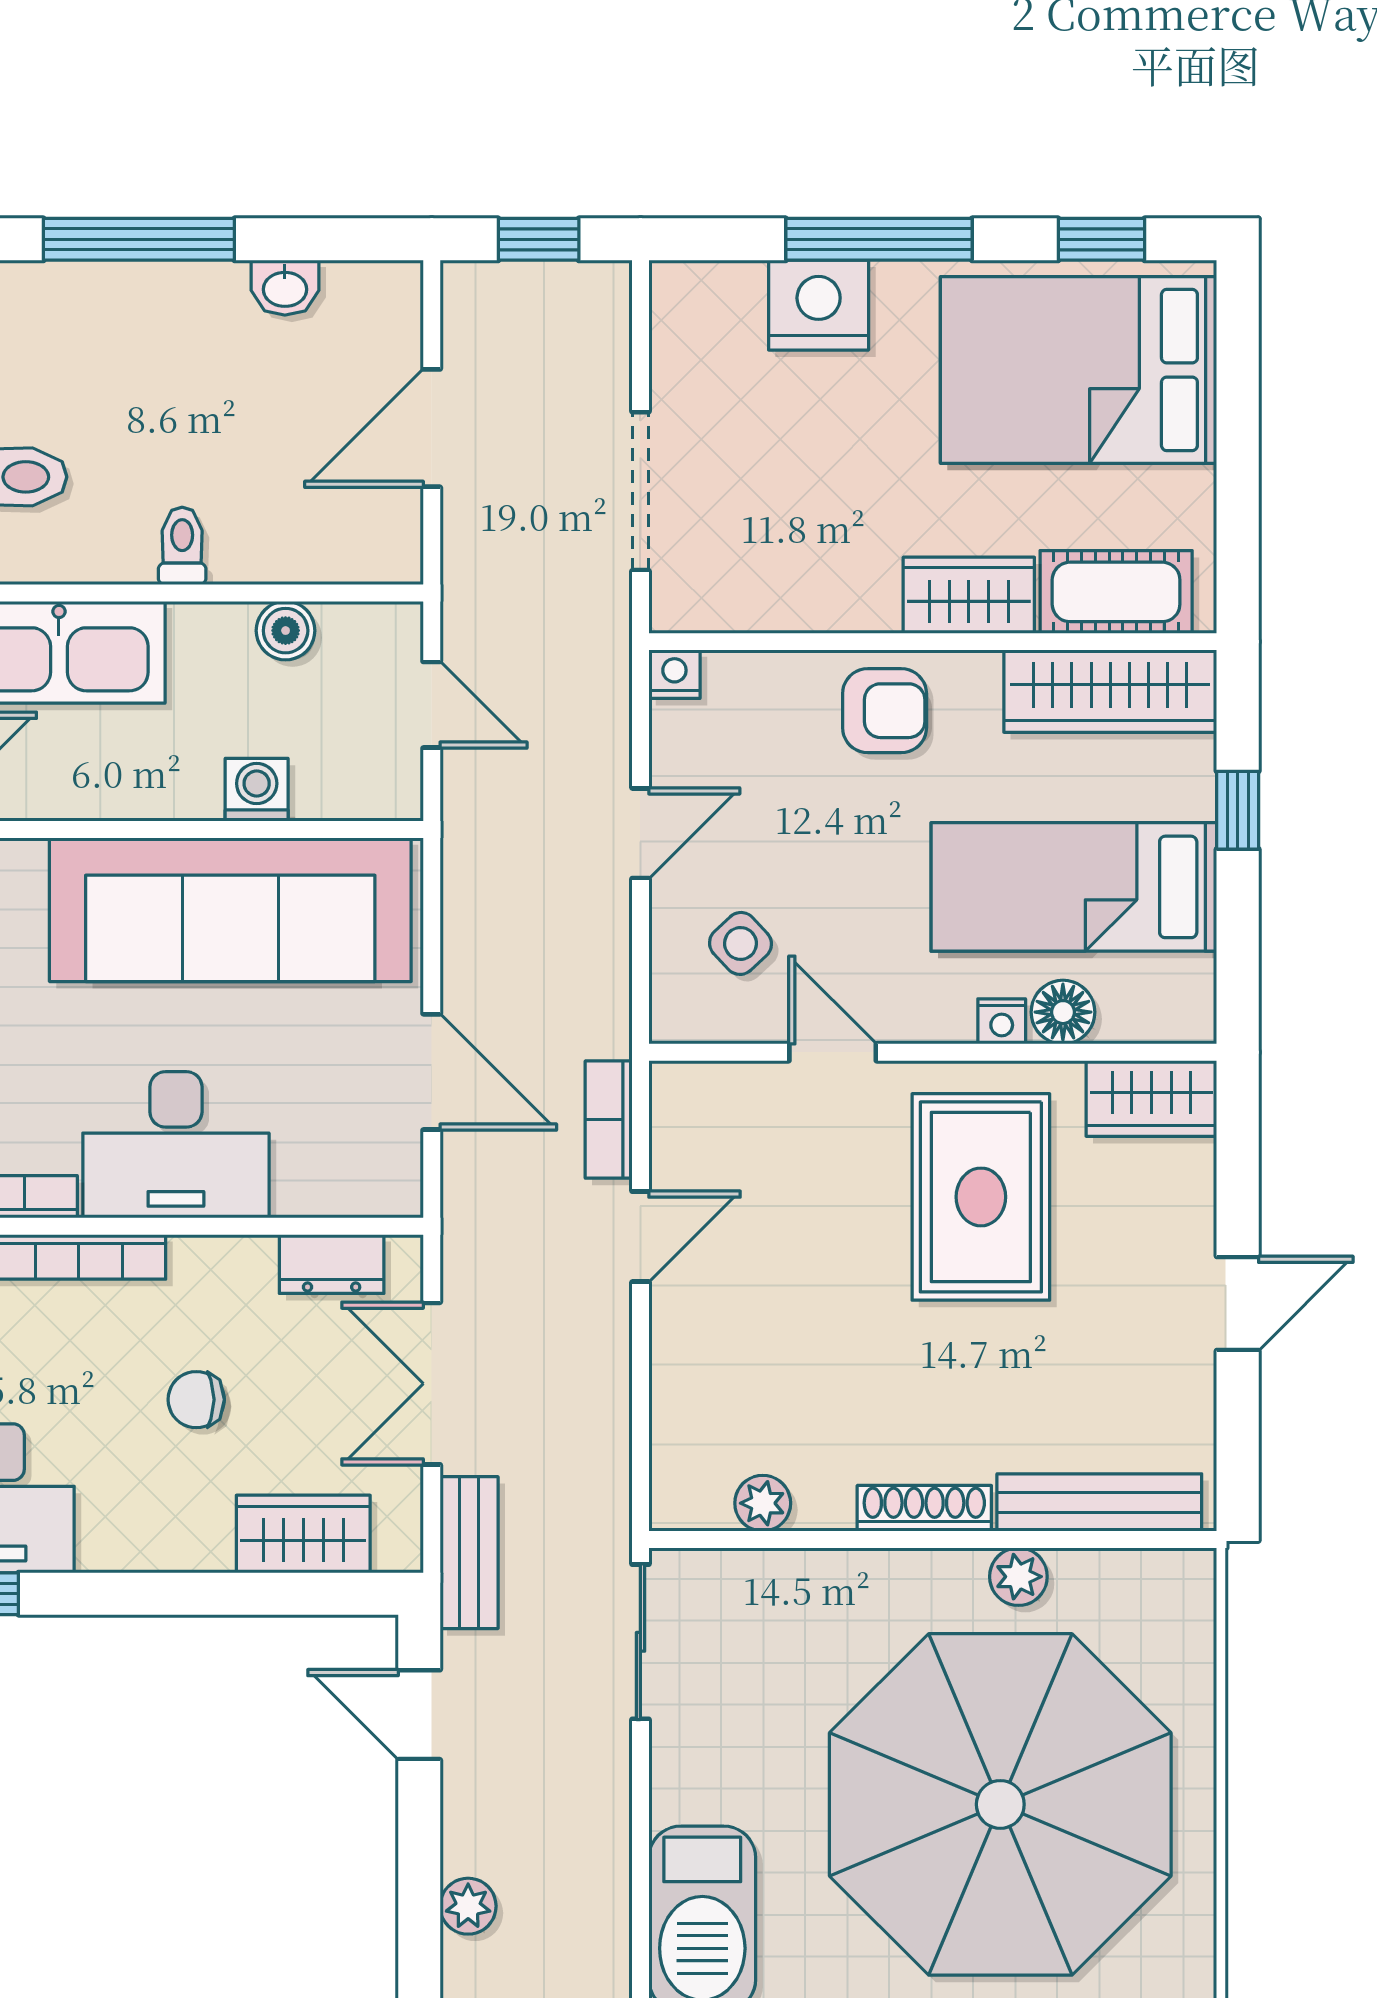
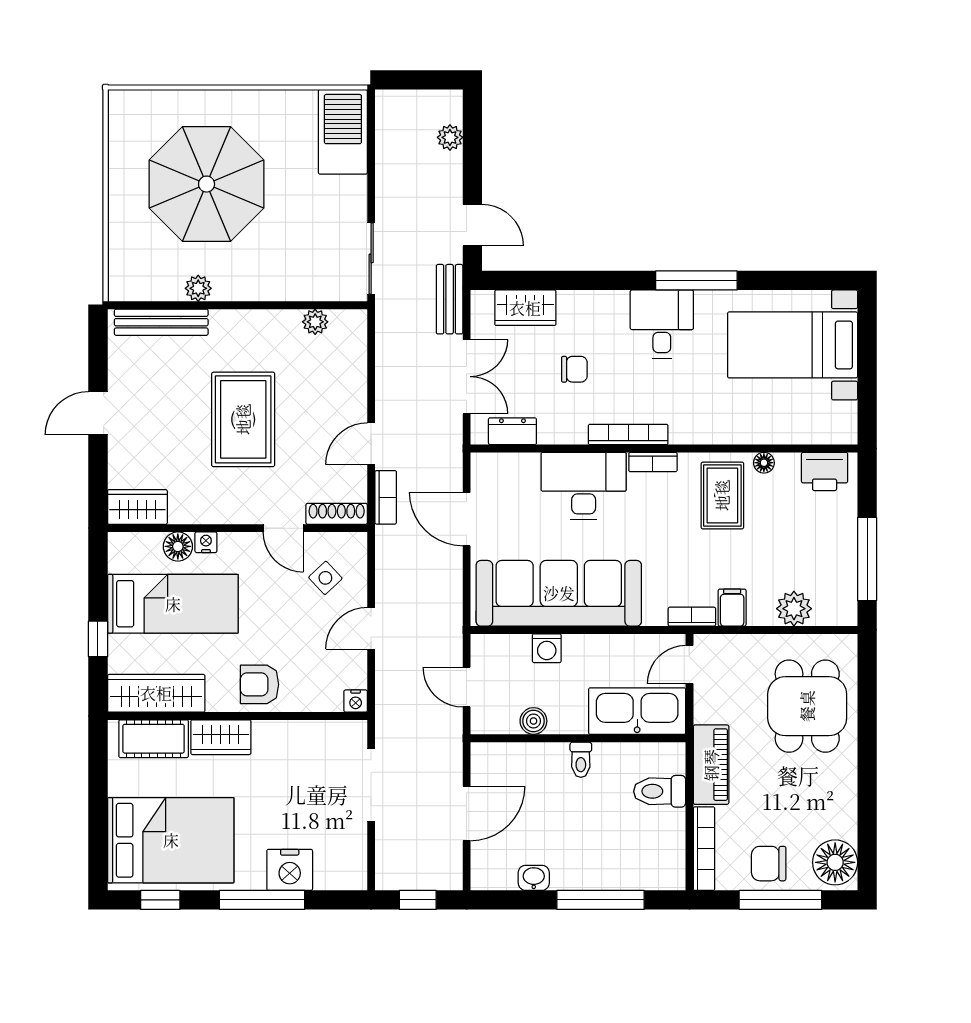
rug: (981, 1197) -> (243, 419), moved
shoe rack: (924, 1508) -> (337, 514), moved, turned 180
parasol: (1000, 1804) -> (207, 184), width x0.73, depth x0.73

